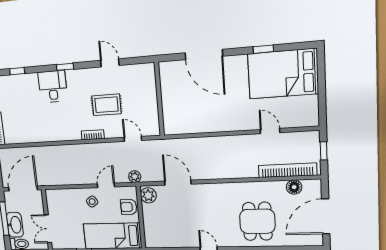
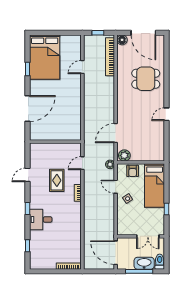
floor lamp: (294, 187) -> (122, 40), moved

